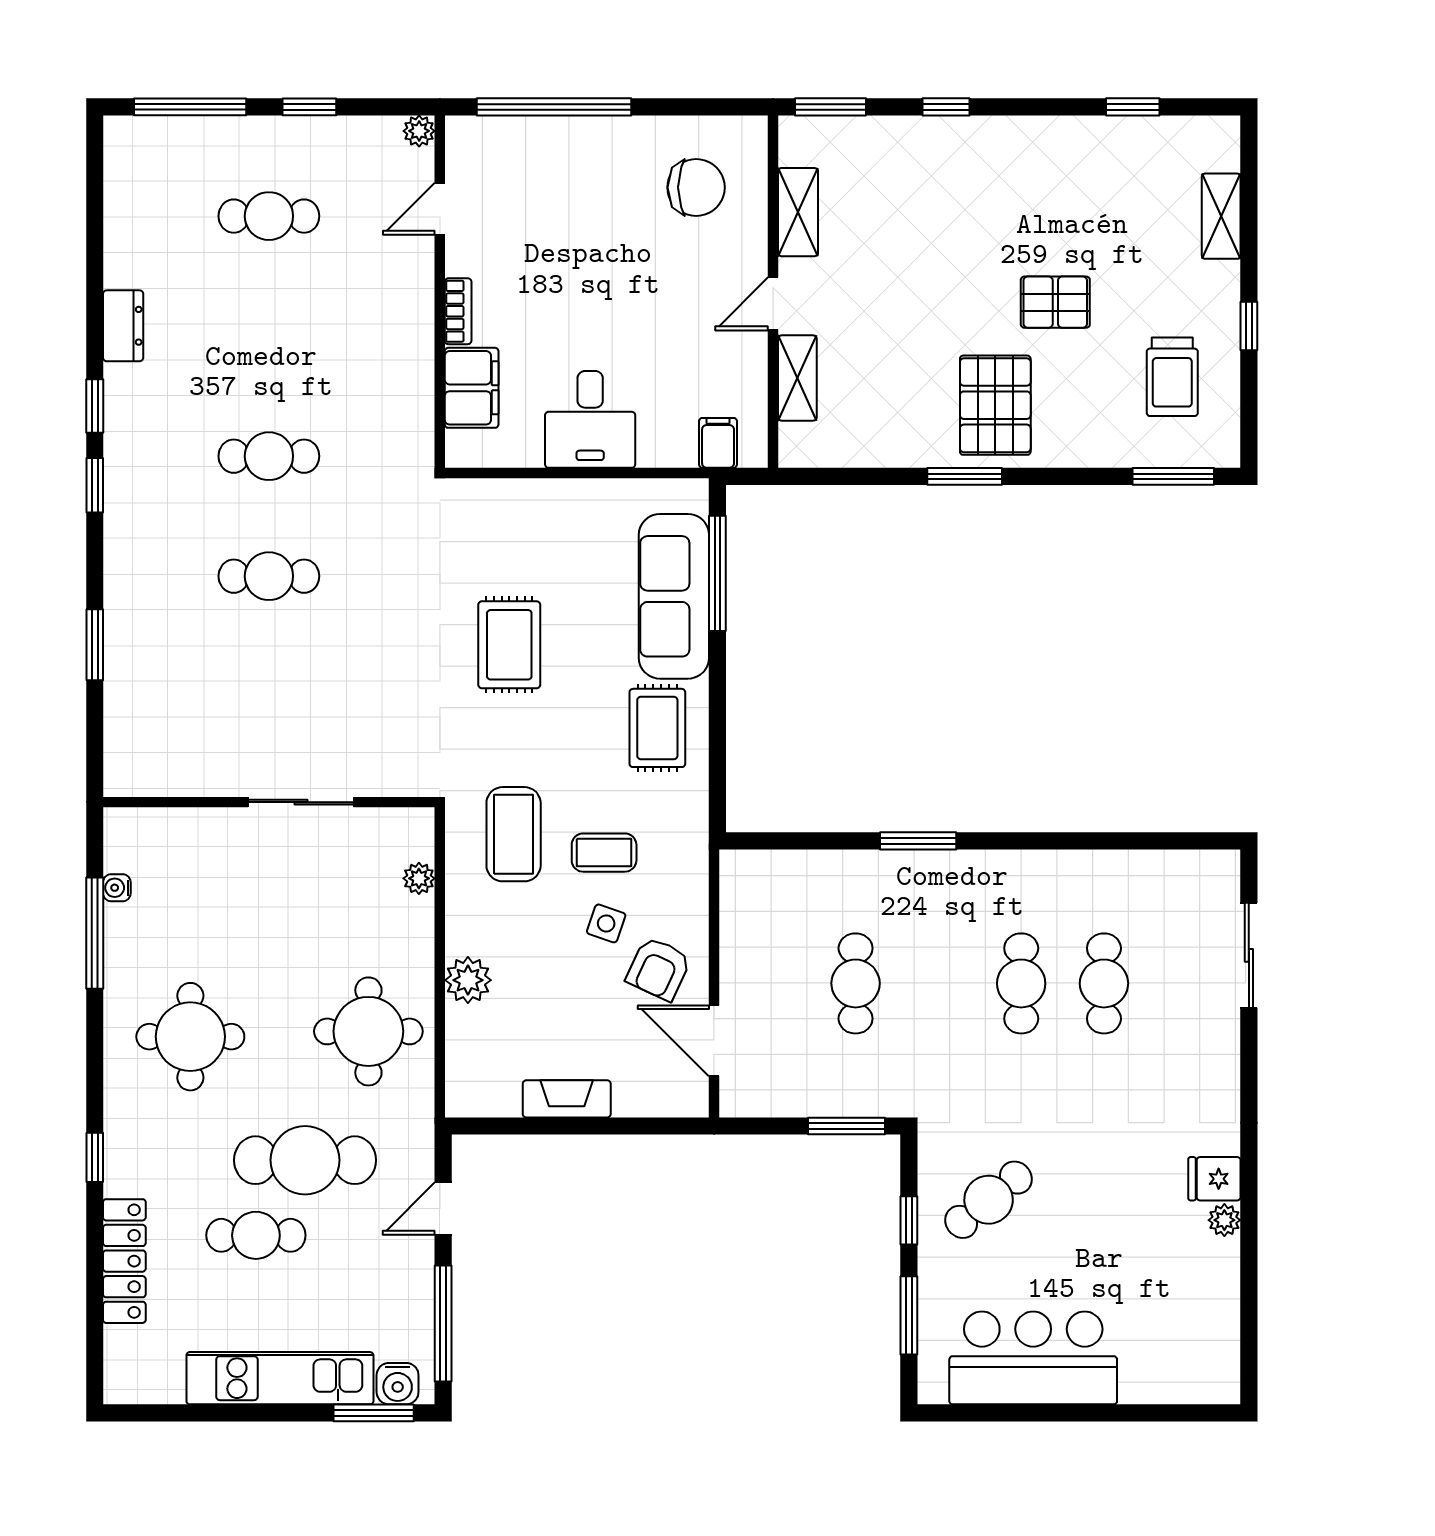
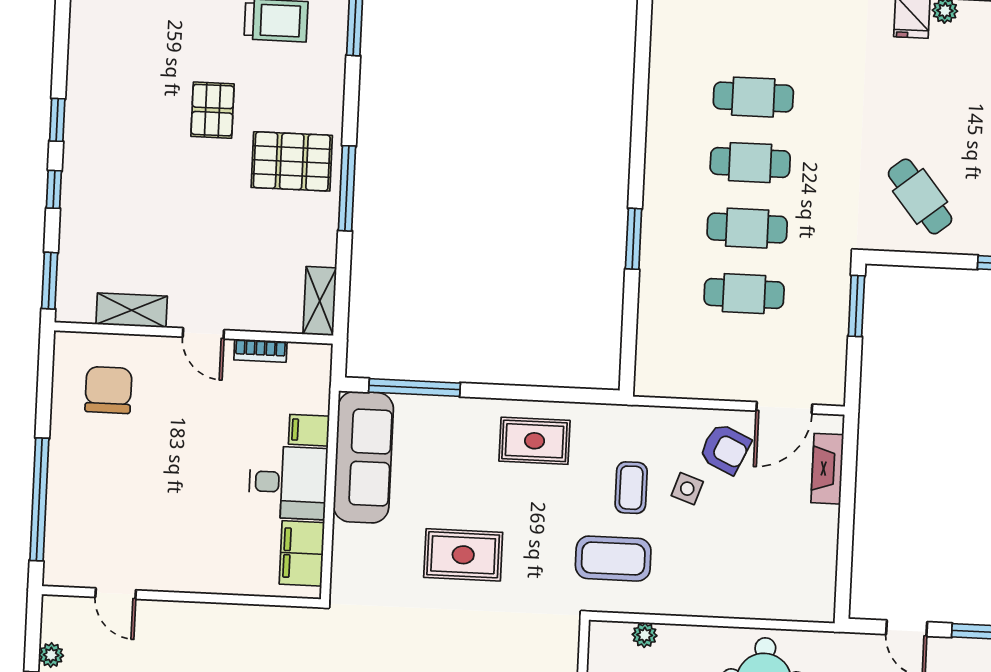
window: (1133, 107) -> (57, 120), moved
plant: (419, 131) -> (51, 655), moved
bookcase: (458, 311) -> (260, 351), moved, turned 180
shelving: (797, 378) -> (320, 301), moved, turned 90
filing cabinet: (472, 388) -> (302, 553), moved, turned -90
filing cabinet: (718, 443) -> (309, 430), moved
window: (965, 476) -> (347, 188), width x1.44
sofa: (674, 596) -> (363, 457), moved, turned -90
plant: (468, 980) -> (727, 600), removed
cafe table: (938, 983) -> (747, 228), added
fireplace: (567, 1099) -> (827, 469), moved
window: (909, 1220) -> (933, 260), removed

